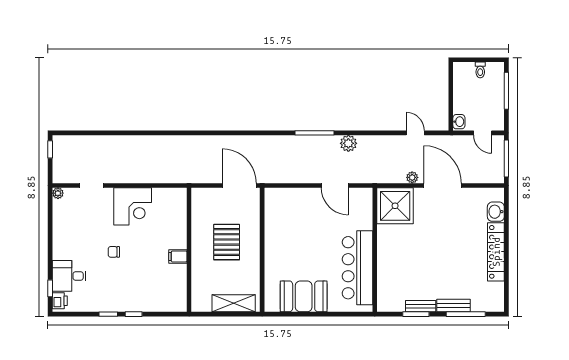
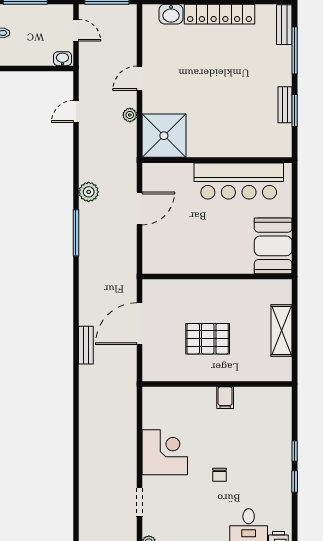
door: (483, 133) -> (76, 30), hinge flipped
bench: (221, 141) -> (86, 345), added
door: (443, 185) -> (139, 78), width x0.53
wall: (262, 250) -> (217, 277), moved
bench: (453, 306) -> (284, 25), moved

